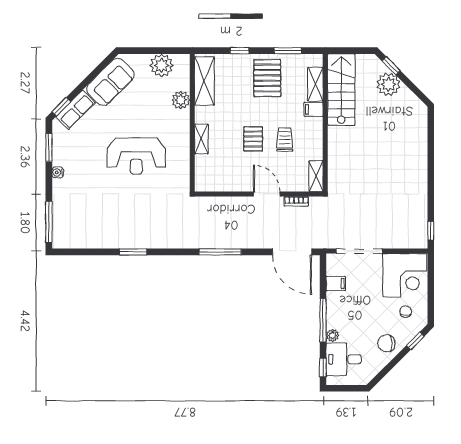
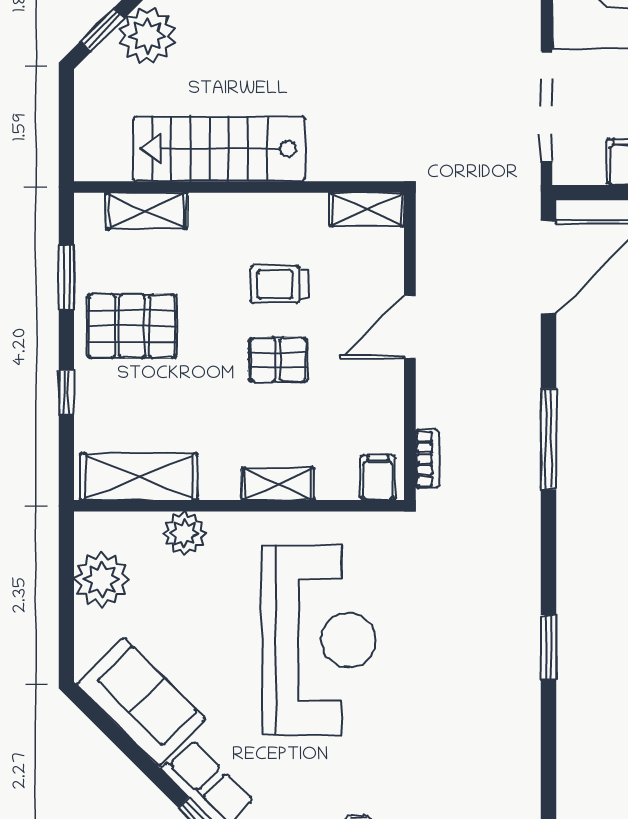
stairs: (341, 90) -> (219, 149), moved
filing cabinet: (314, 109) -> (378, 478), moved, turned 180
reception desk: (136, 156) -> (319, 640), width x1.36, depth x1.30
bookcase: (296, 201) -> (427, 459), moved

